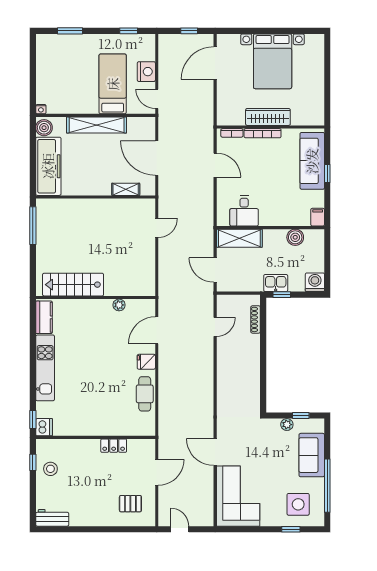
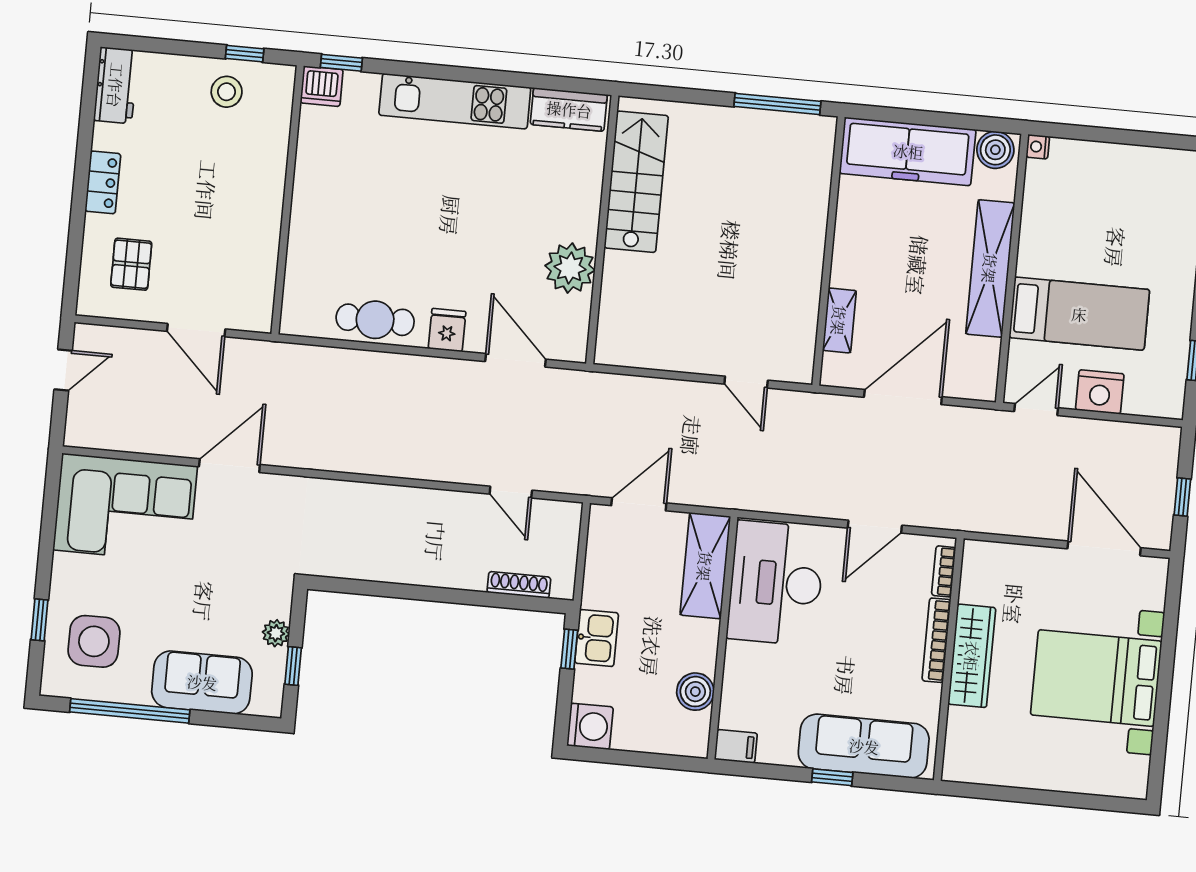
desk: (244, 211) -> (776, 583), width x1.87, depth x1.30
plant: (119, 305) -> (570, 268), width x1.87, depth x1.87
locker: (114, 446) -> (103, 182), moved, turned 180

